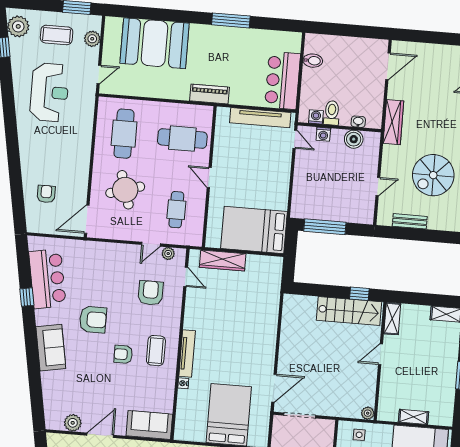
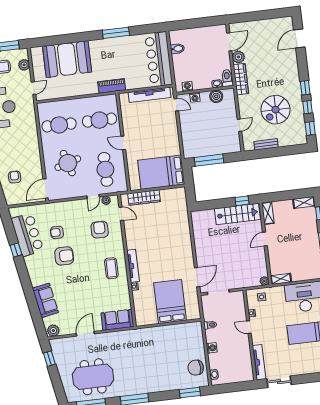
bar counter: (283, 80) -> (159, 59), width x1.36
plant: (396, 90) -> (238, 57), added
toilet: (332, 113) -> (227, 78), moved
cafe table: (124, 134) -> (59, 125), turned 90
cafe table: (176, 210) -> (105, 169), width x1.37, depth x1.35
sofa: (51, 348) -> (45, 300), moved
armchair: (123, 354) -> (57, 232), moved
shelving: (414, 417) -> (281, 279), moved
plant: (73, 423) -> (53, 331), moved

